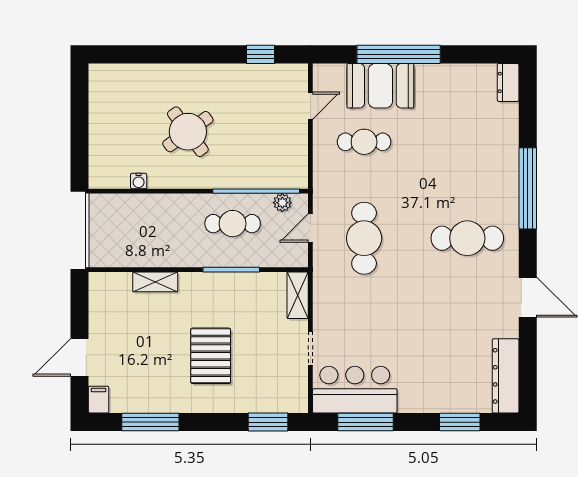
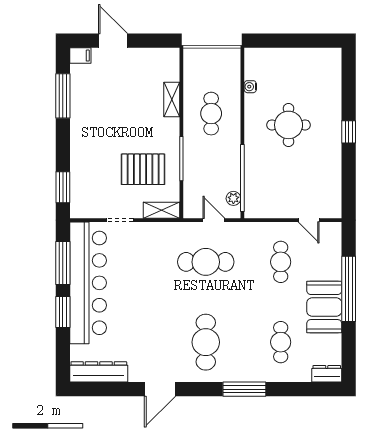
window: (261, 54) -> (349, 132), moved
booth: (380, 86) -> (324, 307), moved
round table: (188, 132) -> (289, 125), turned 36
cafe table: (467, 142) -> (281, 342), added
window: (528, 188) -> (244, 389), width x0.68
cafe table: (233, 224) -> (211, 114), moved
pallet: (211, 356) -> (143, 169), moved
bar counter: (355, 390) -> (88, 283), width x1.86
window: (460, 422) -> (63, 312), moved

